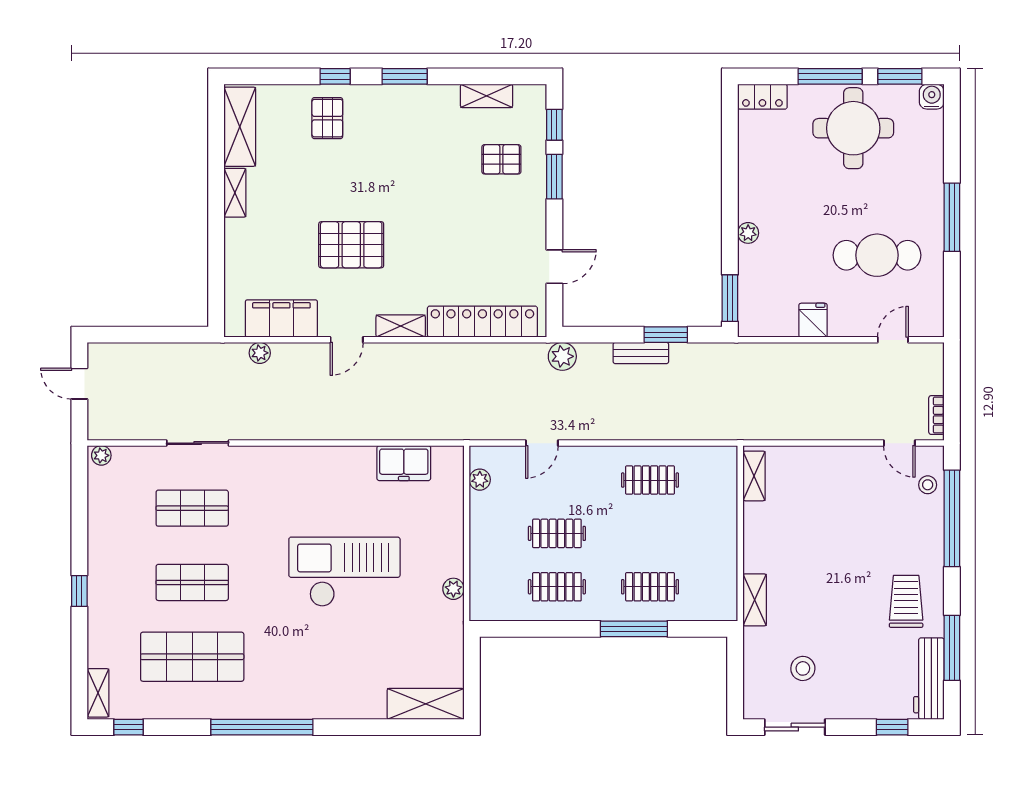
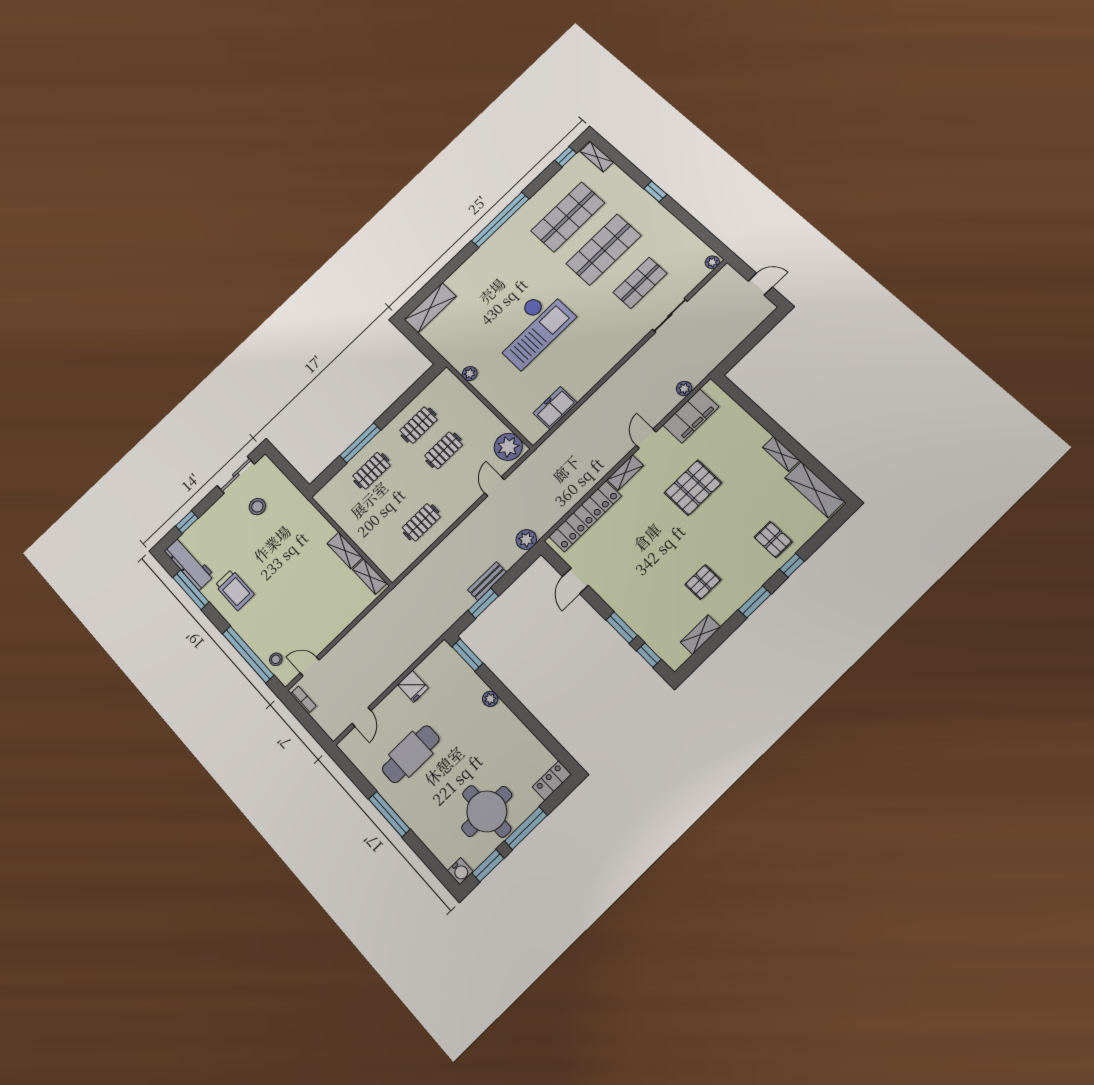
pallet: (501, 159) -> (703, 582), moved
plant: (480, 480) -> (508, 447), width x1.88, depth x1.88
shop shelf: (192, 582) -> (603, 250), width x1.43, depth x1.36
shelving: (755, 600) -> (345, 550), moved

